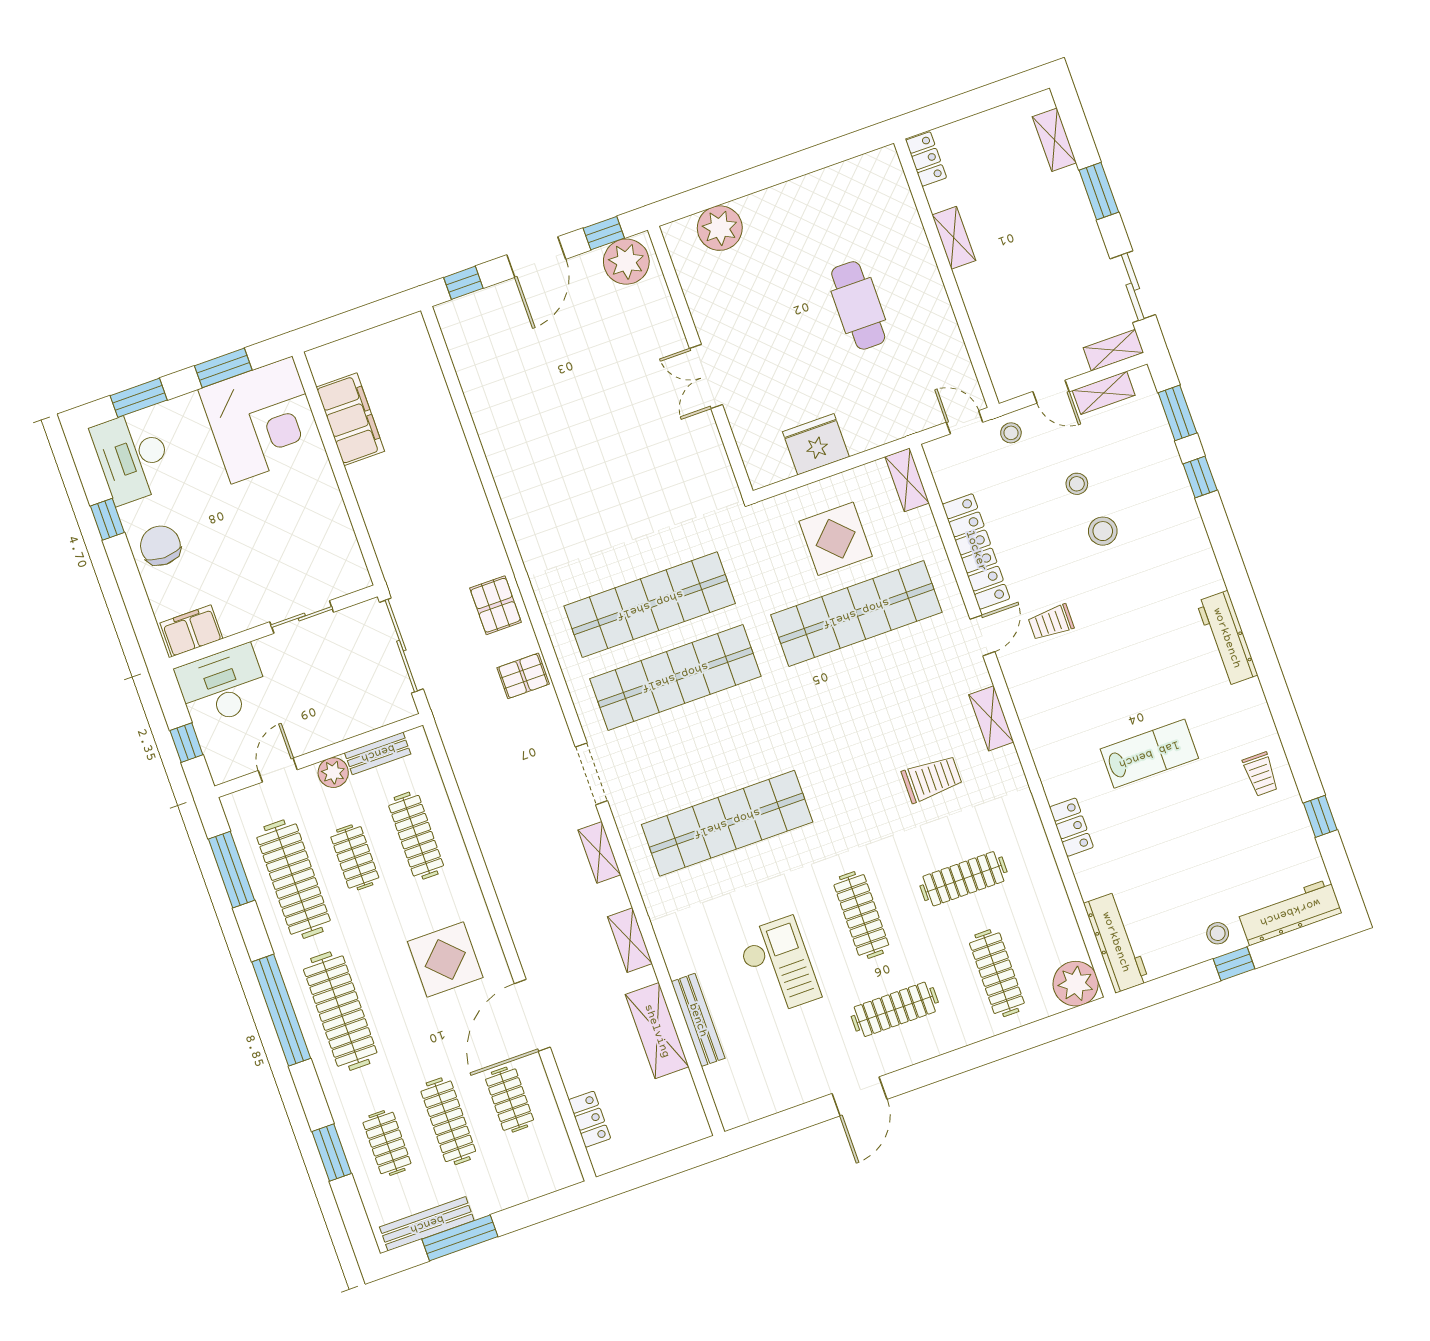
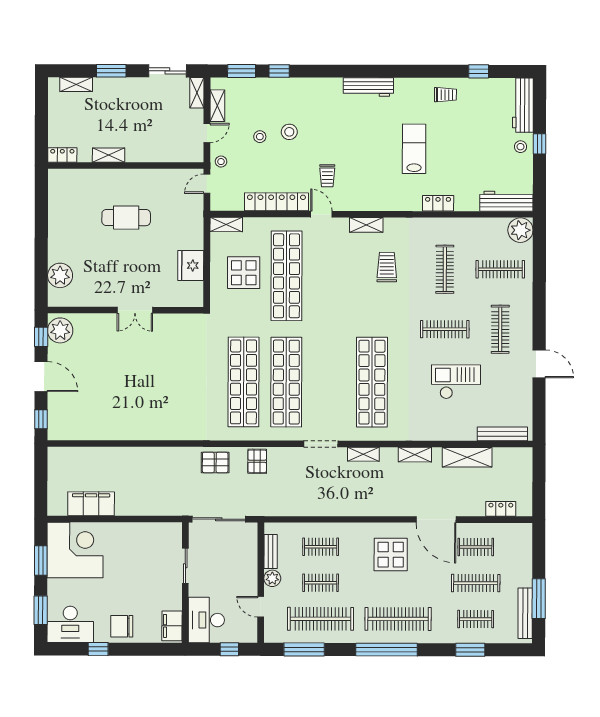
clothes rail: (416, 836) -> (321, 547), width x0.73
bench: (698, 1020) -> (502, 434), moved

